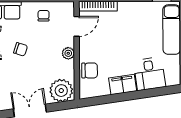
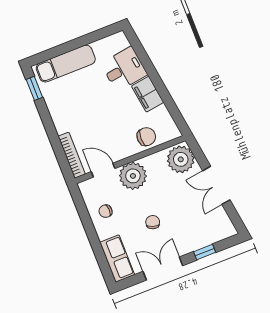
plant: (68, 53) -> (133, 176), width x1.88, depth x1.88
chair: (90, 70) -> (146, 137), turned 90

